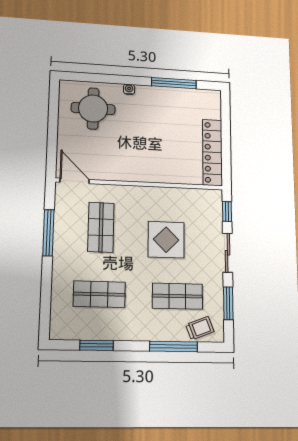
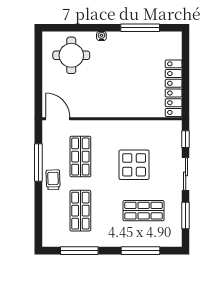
shop shelf: (99, 294) -> (80, 211), turned 90
trolley: (200, 328) -> (53, 180), moved, turned -71
window: (97, 345) -> (79, 251), width x1.44

